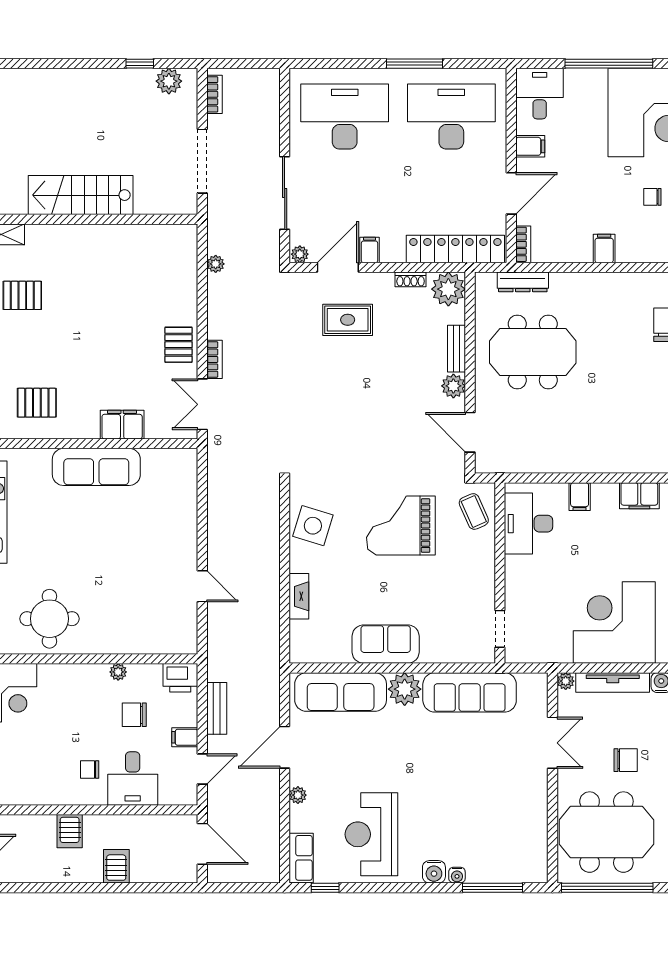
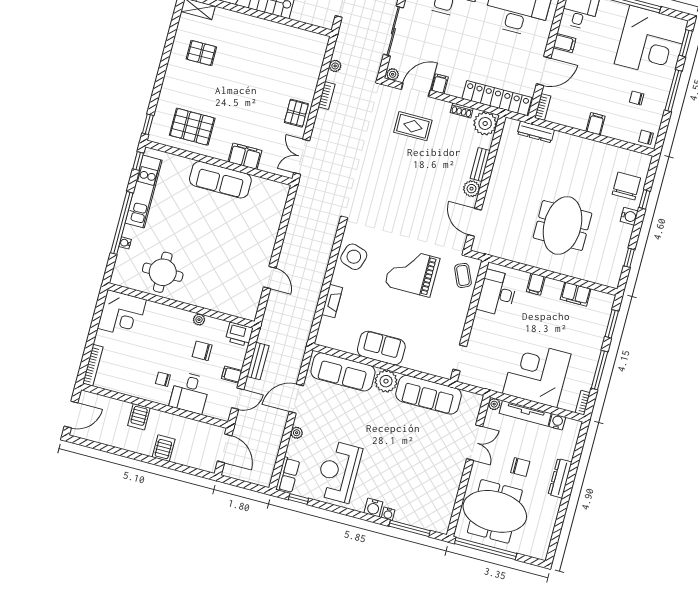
meeting table: (533, 352) -> (562, 225), moved, turned 90
bookcase: (215, 359) -> (327, 96), moved
pallet: (37, 403) -> (192, 127), width x1.50, depth x1.42

